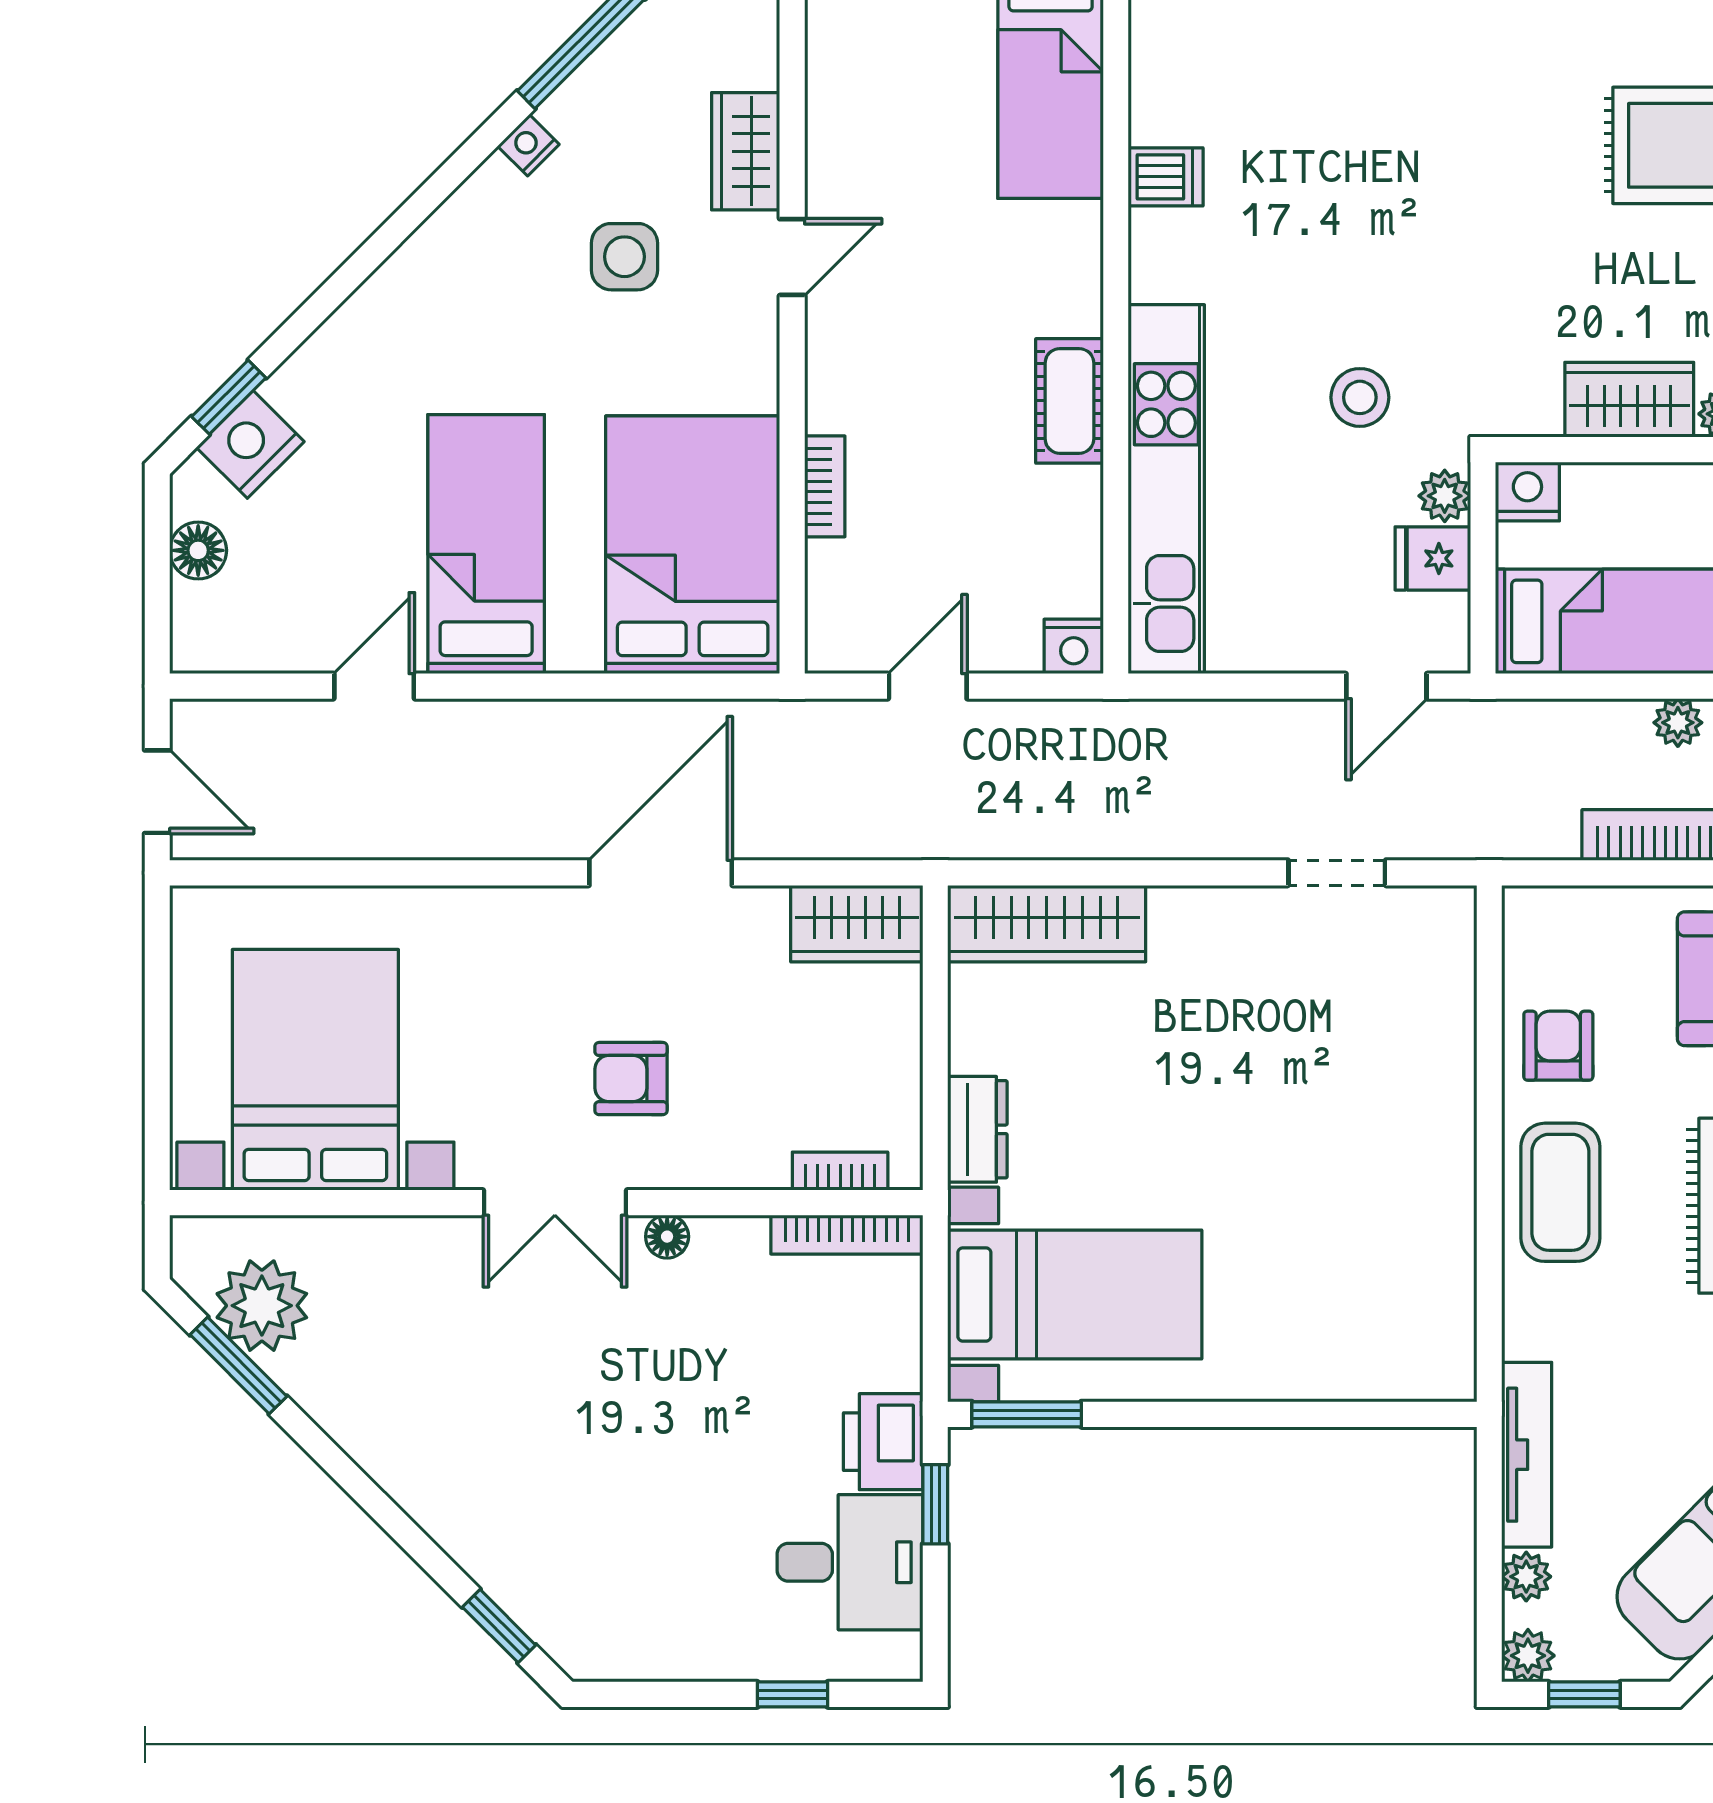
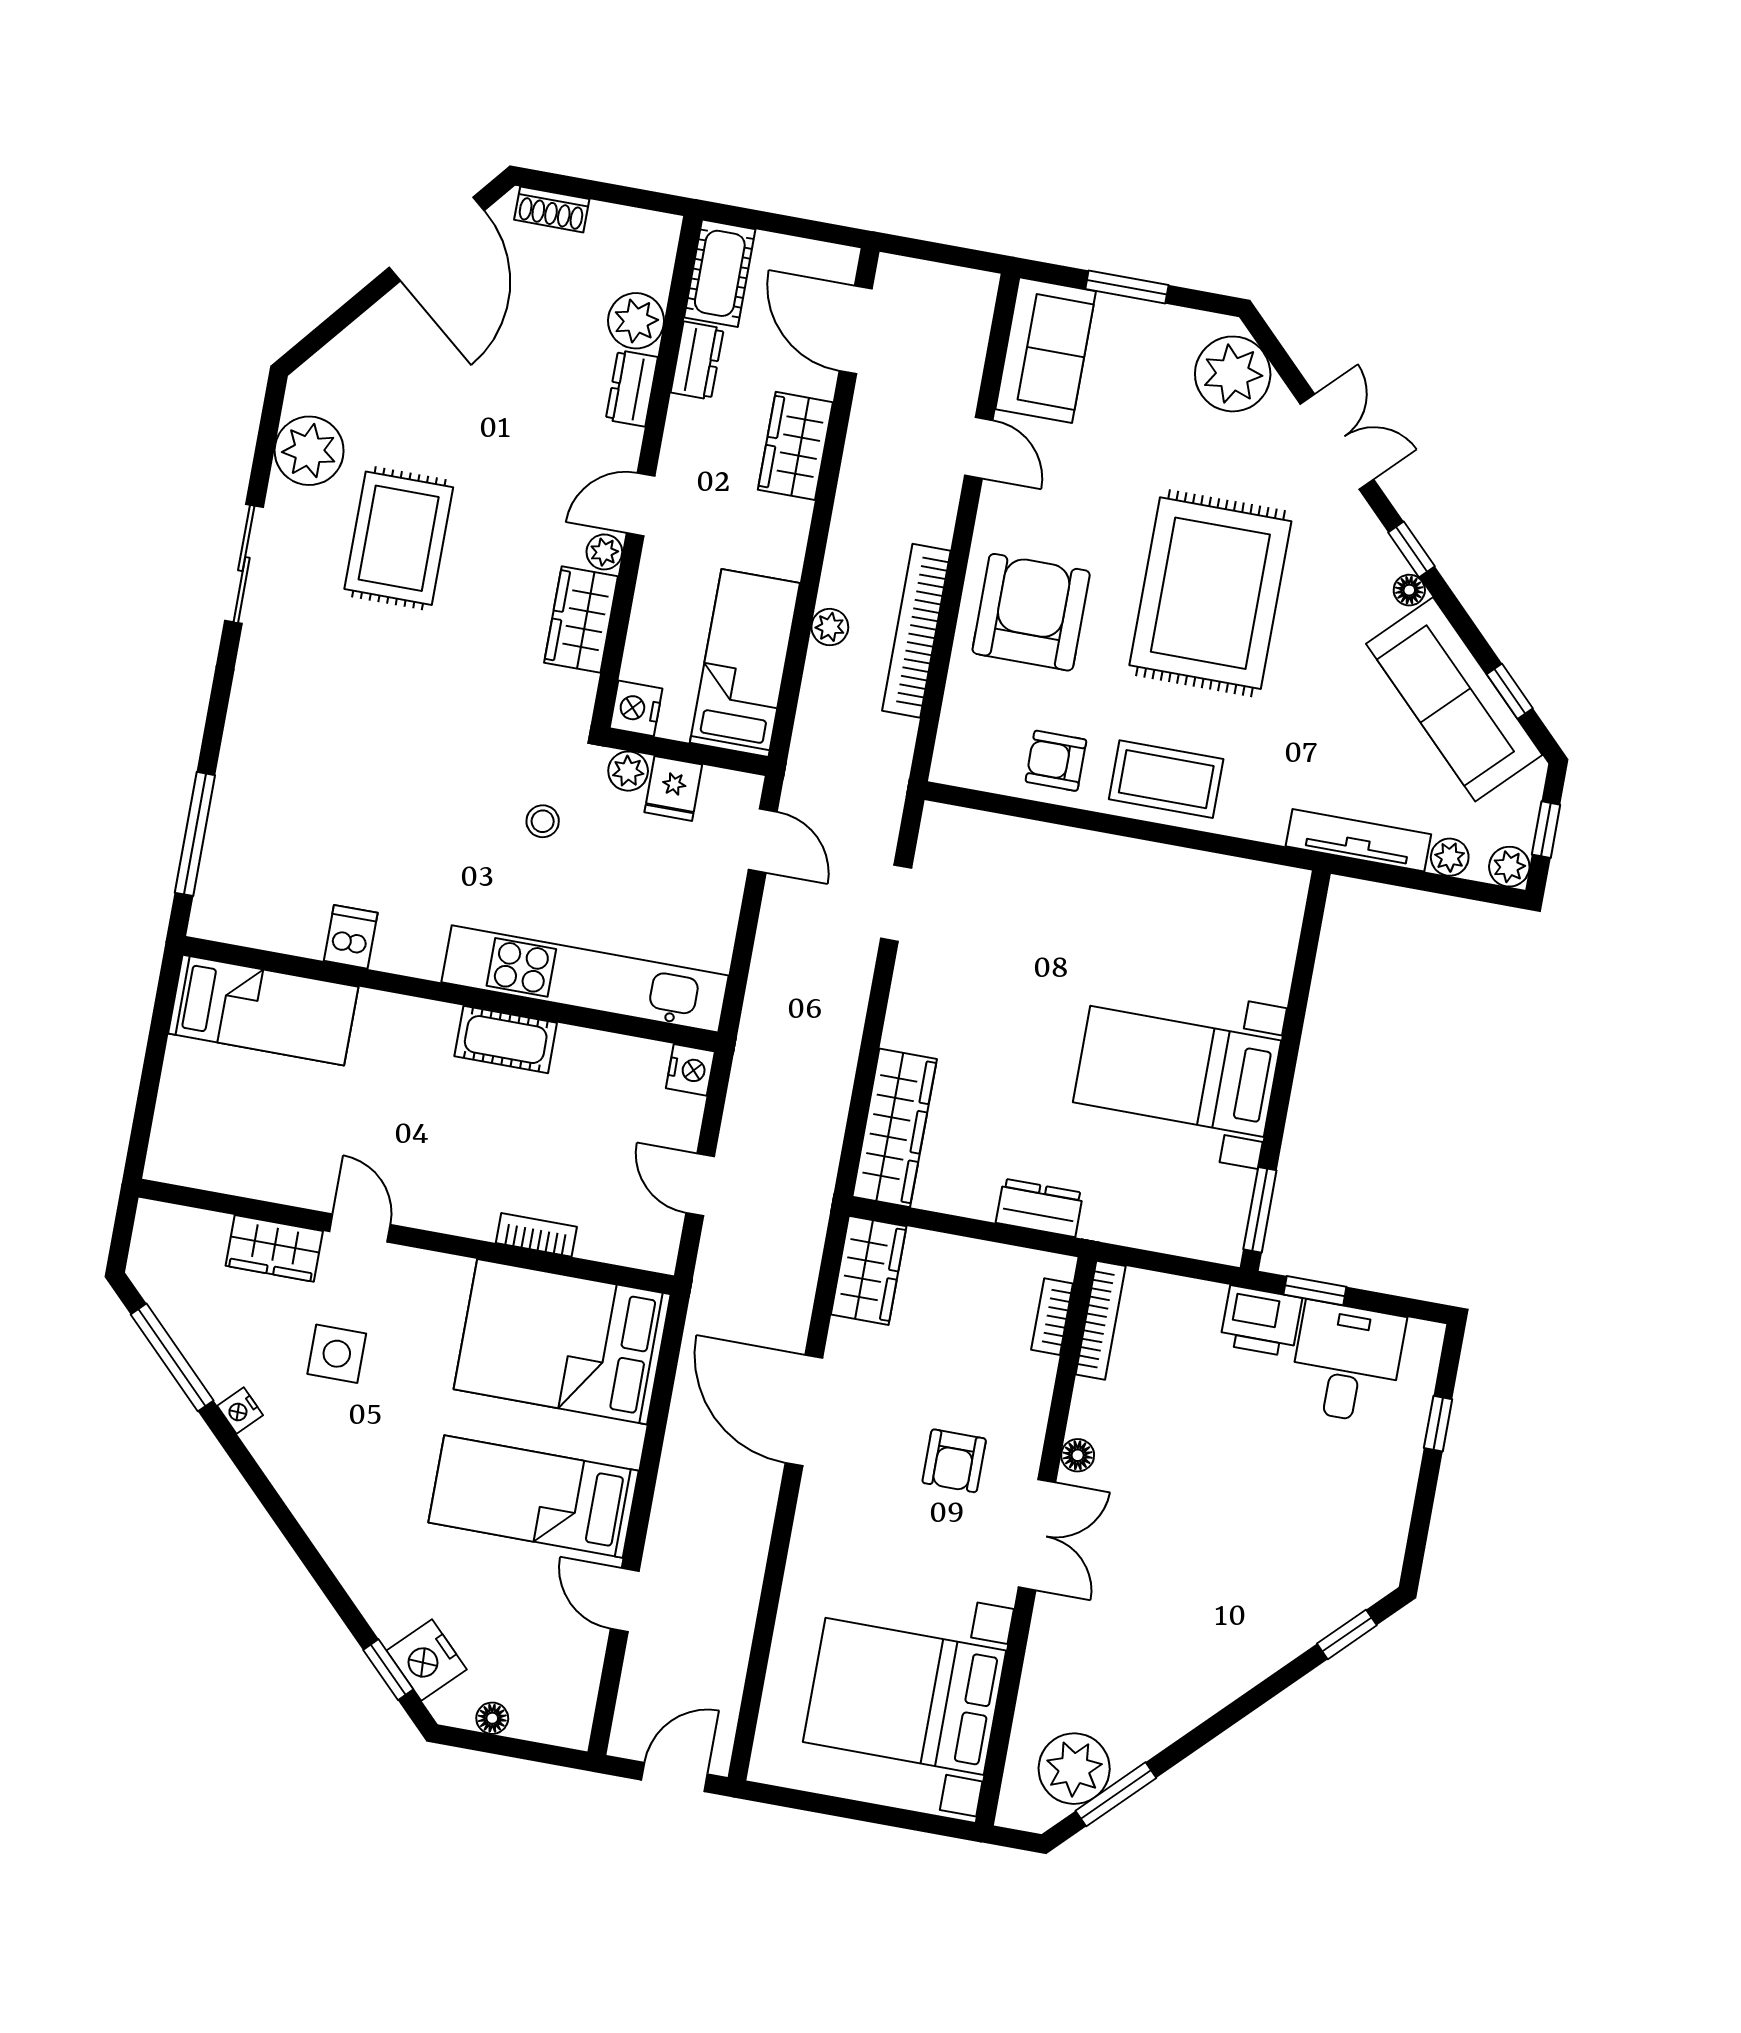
stool: (1360, 397) -> (543, 821), width x0.73, depth x0.73
floor lamp: (198, 550) -> (492, 1718), width x0.73, depth x0.73
bed with nightstands: (1075, 1295) -> (1177, 1071), moved, turned -90

